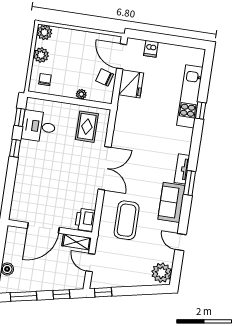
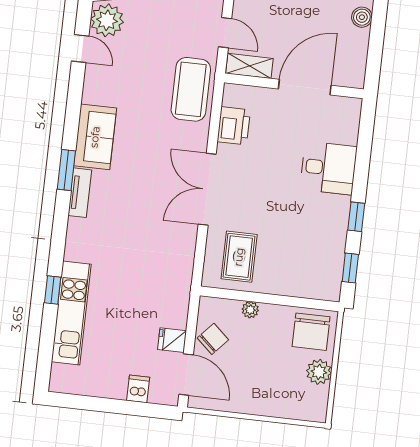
plant: (44, 32) -> (315, 409), removed
chair: (105, 77) -> (213, 339), turned -64
chair: (45, 80) -> (311, 332), width x1.87, depth x1.87
fridge: (131, 84) -> (172, 340), width x0.53, depth x0.75
desk: (39, 126) -> (328, 168), moved
printer: (85, 220) -> (234, 126), moved
coffee table: (127, 220) -> (191, 89), moved
door: (181, 242) -> (80, 48), moved

